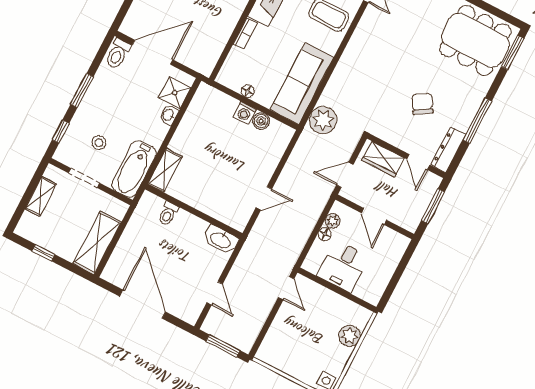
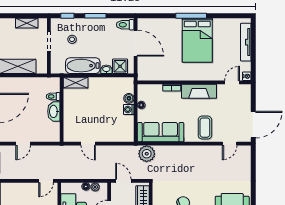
boiler: (261, 121) -> (129, 98), moved
bathtub: (134, 169) -> (83, 66), moved
washbasin: (221, 240) -> (54, 111), moved

